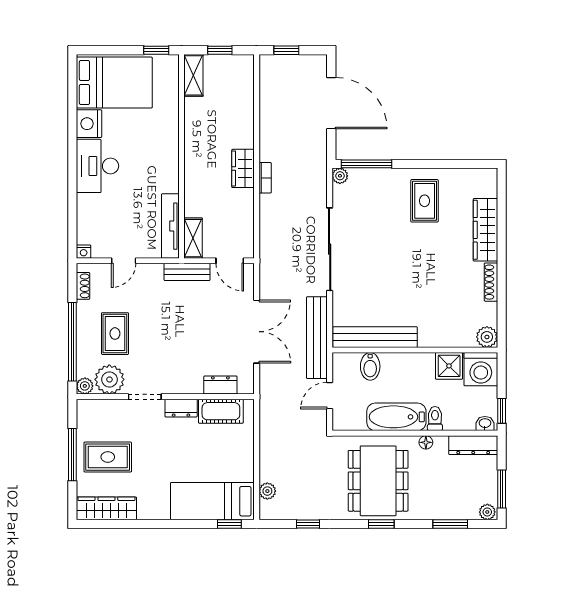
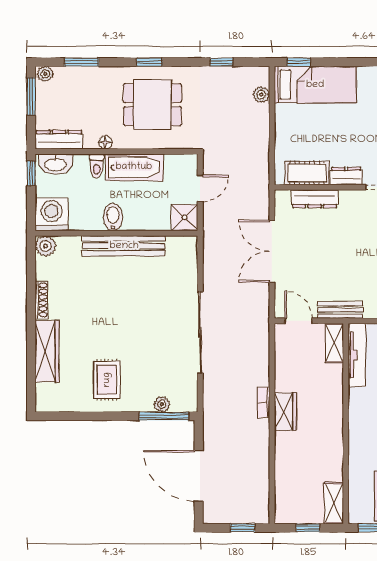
plant: (340, 176) -> (162, 404), moved
bench: (375, 337) -> (124, 246), moved
bench: (317, 338) -> (213, 245), removed
bidet: (370, 366) -> (113, 217), moved
shower: (449, 366) -> (185, 218), moved
dresser: (220, 385) -> (315, 199), width x1.44
washbasin: (485, 424) -> (55, 164), width x1.91, depth x1.45
dining table: (378, 481) -> (152, 105), width x0.73

